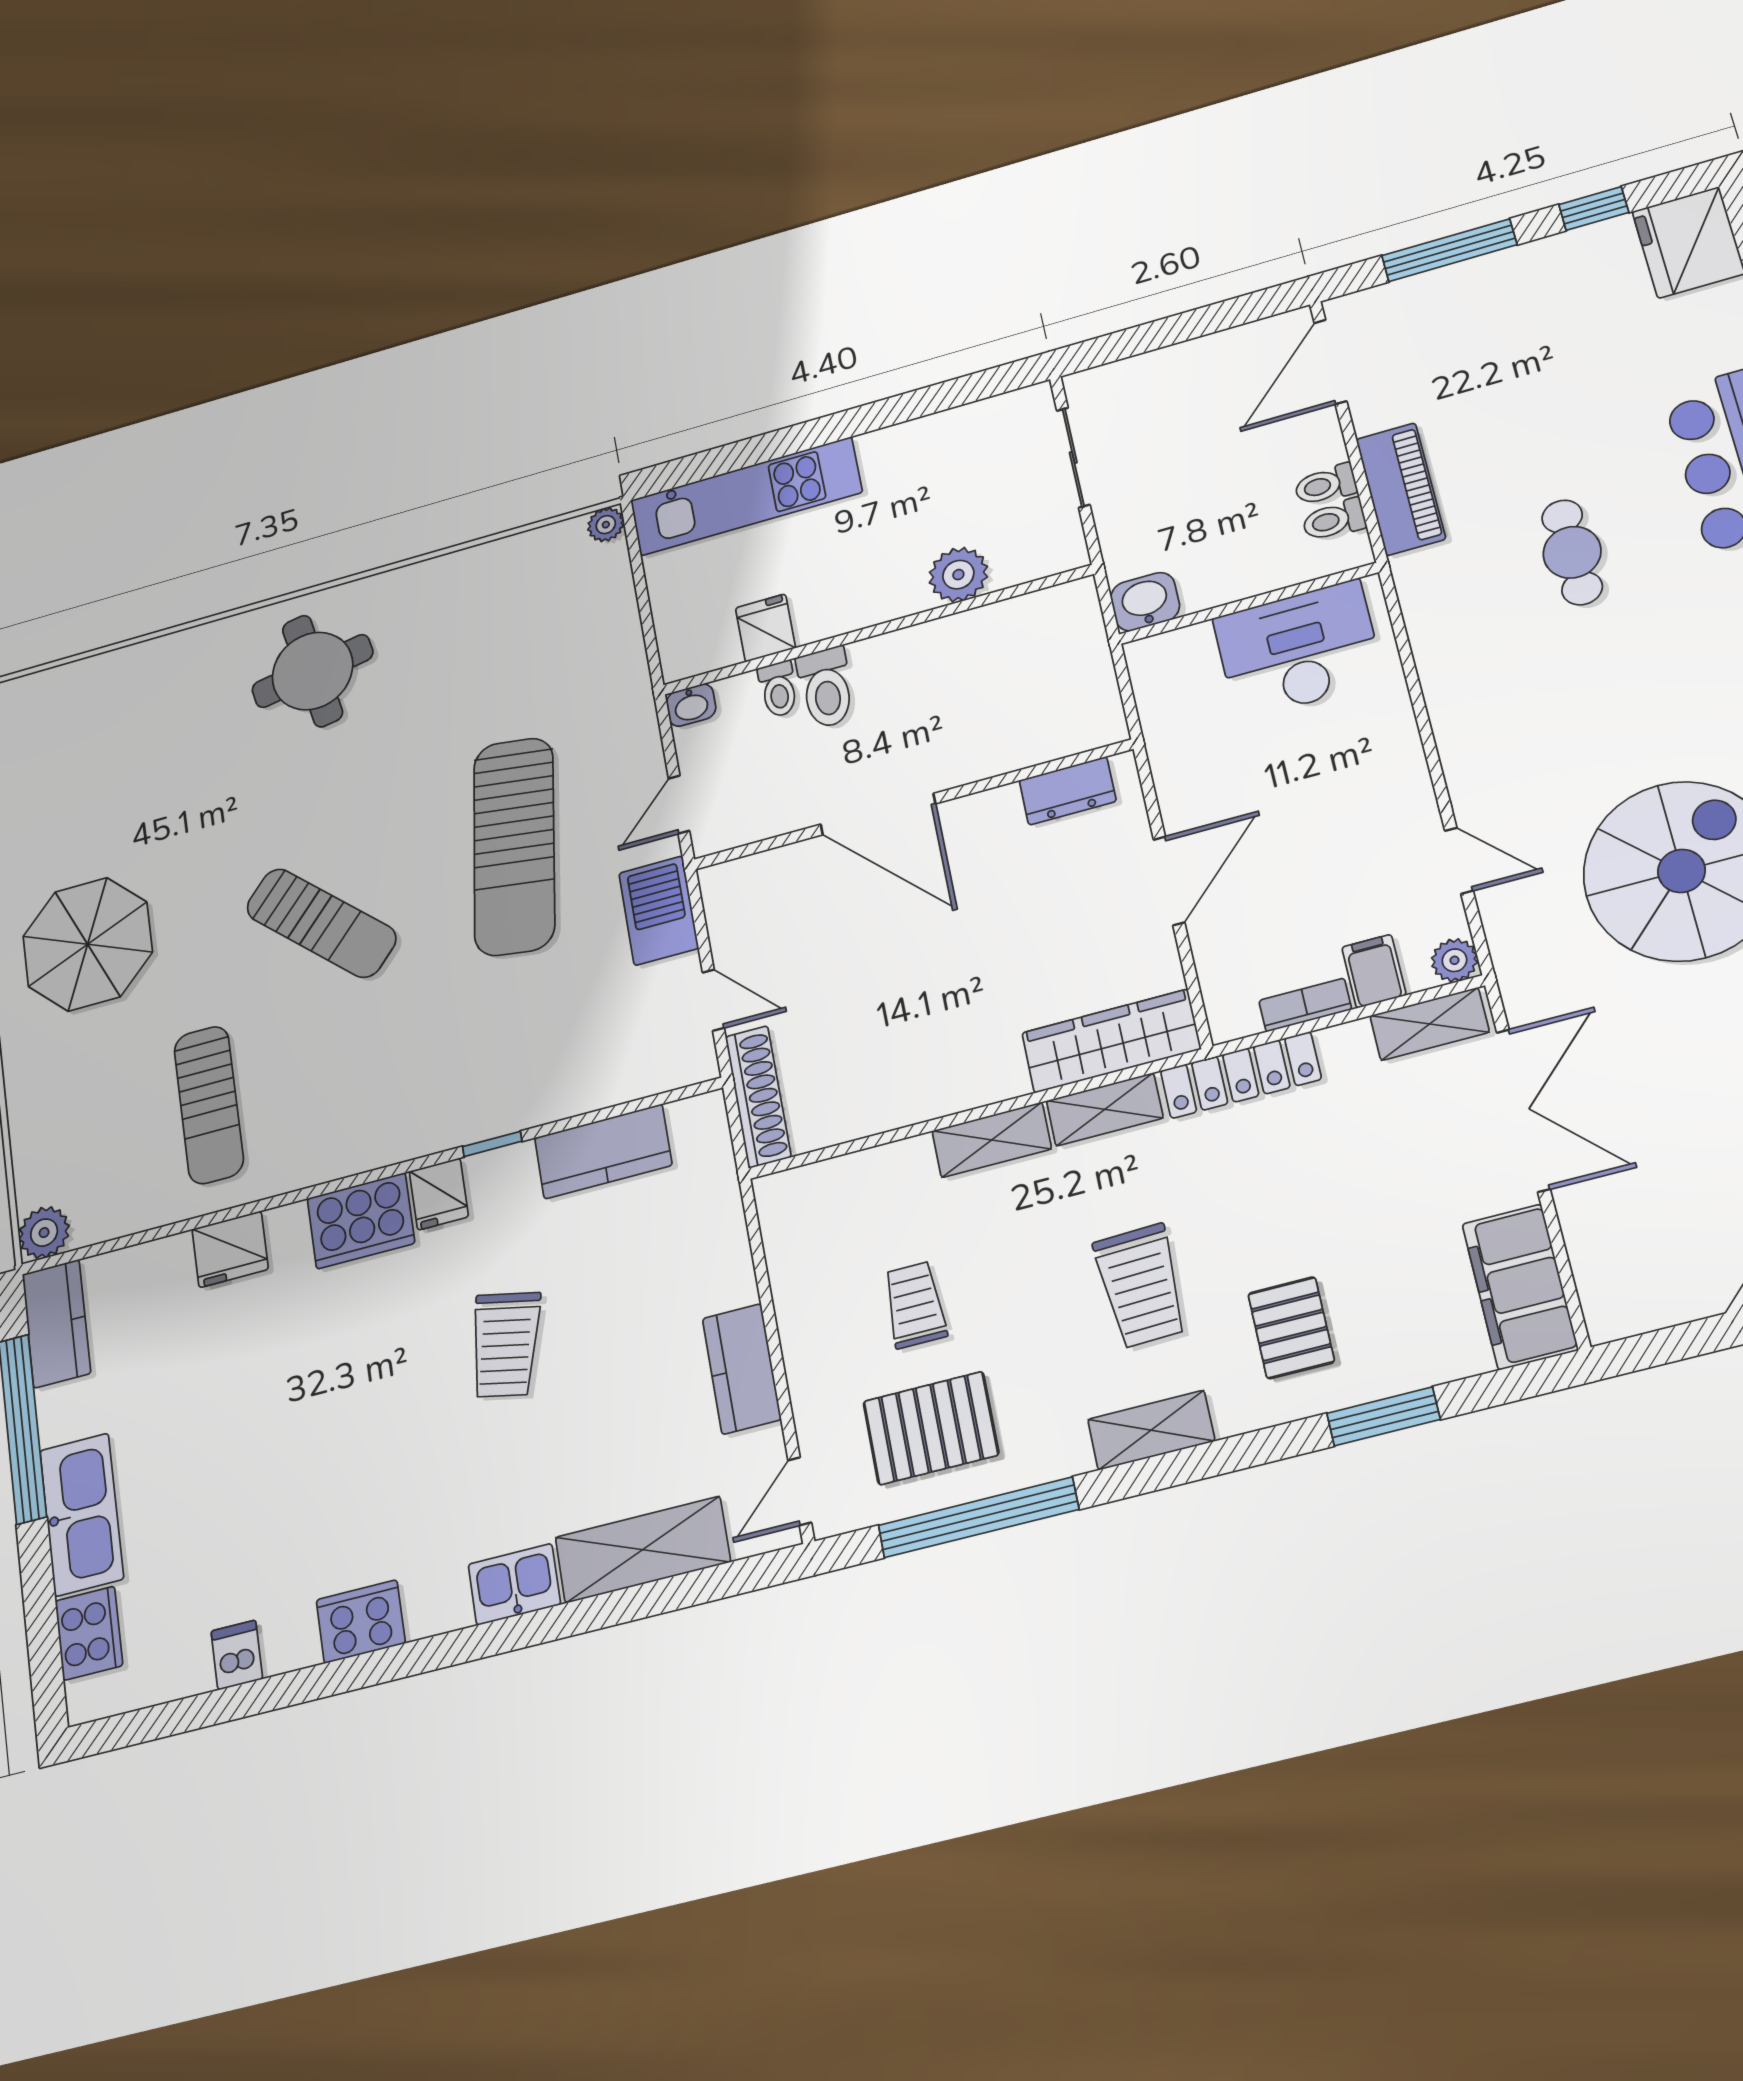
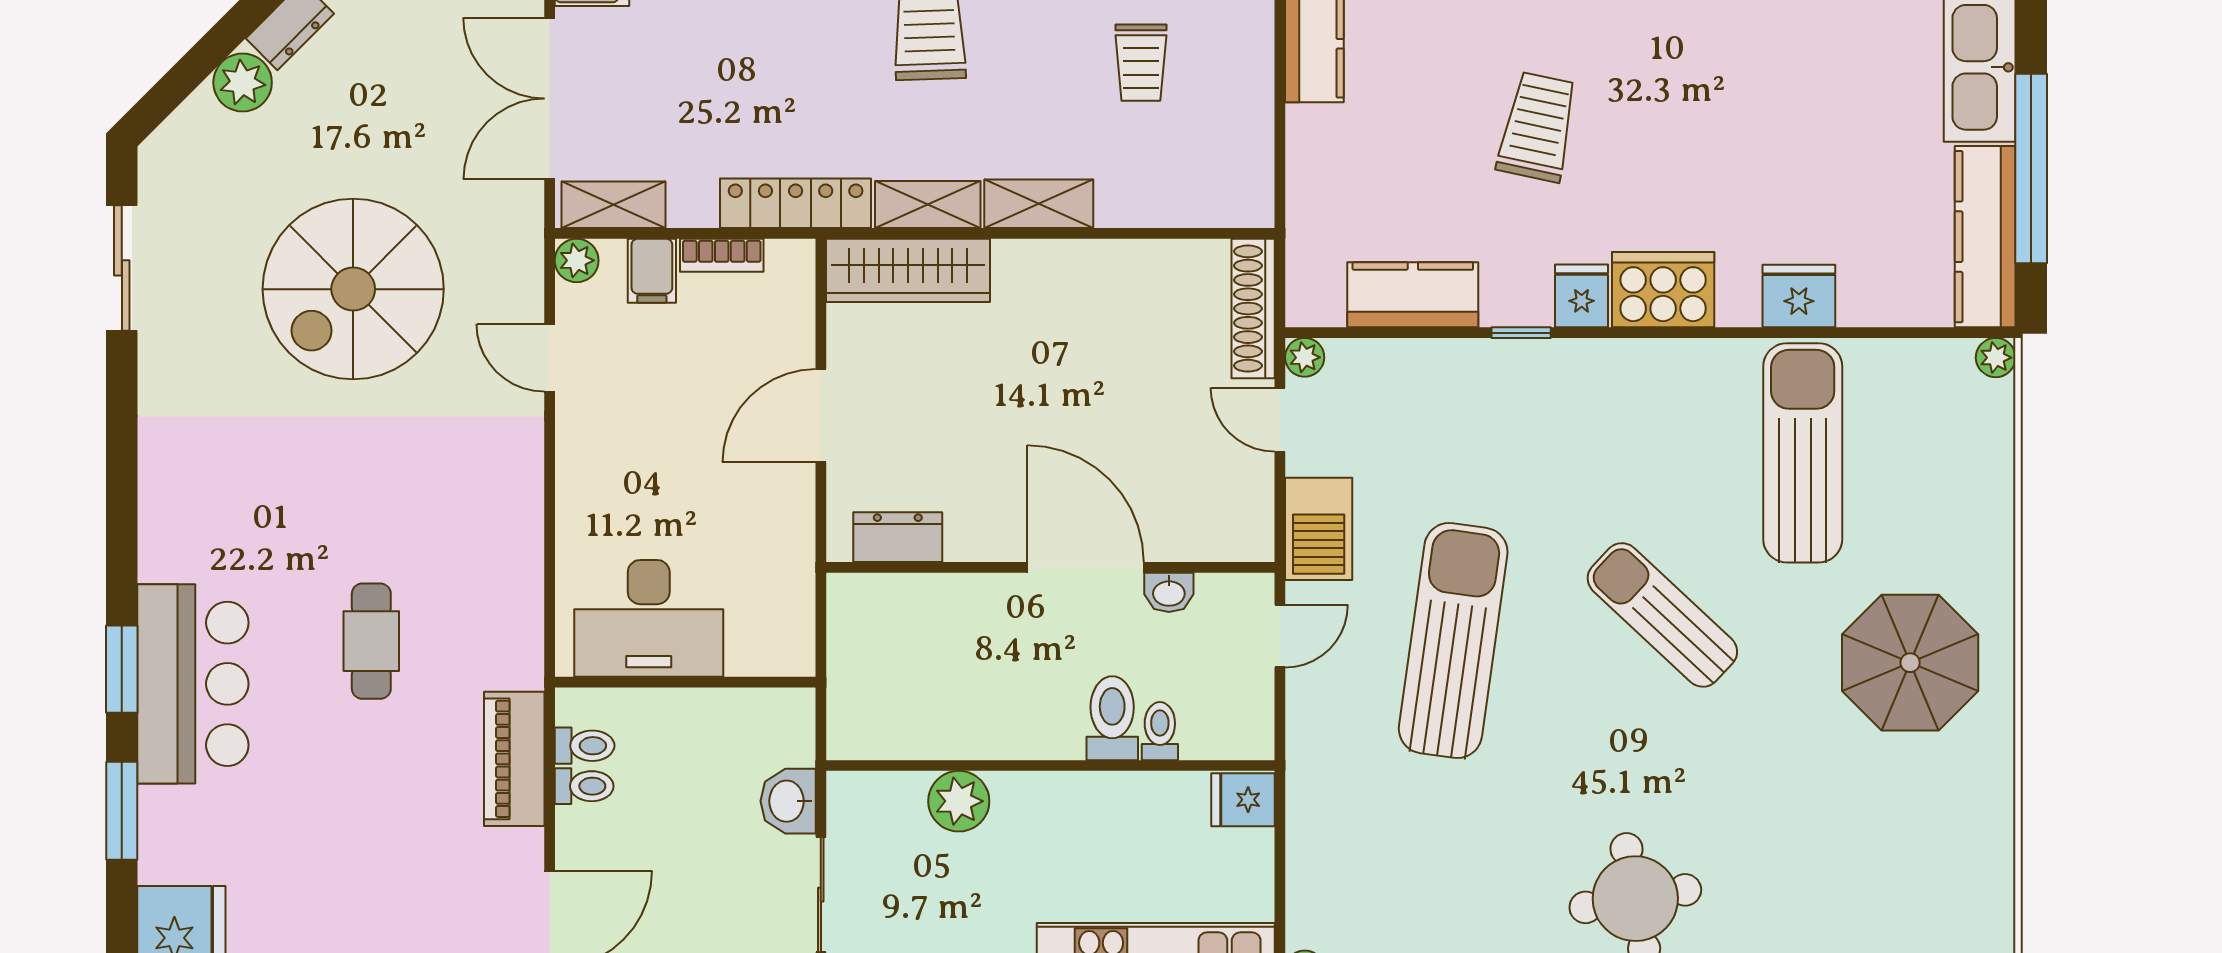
washbasin: (1145, 602) -> (788, 801), moved, turned 90
fridge: (765, 628) -> (1243, 800), moved, turned 90
washbasin: (691, 705) -> (1169, 592), moved, turned 180
plant: (699, 1064) -> (1305, 357), added
sun lounger: (209, 1105) -> (1803, 453), width x1.36, depth x1.34
plant: (44, 1233) -> (1996, 358), width x0.73, depth x0.73
kitchen counter: (56, 1324) -> (1985, 237), width x1.50

